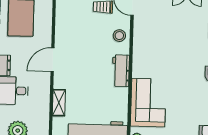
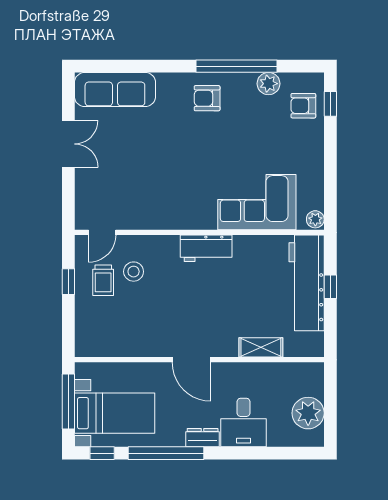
stool: (119, 36) -> (134, 272), moved

